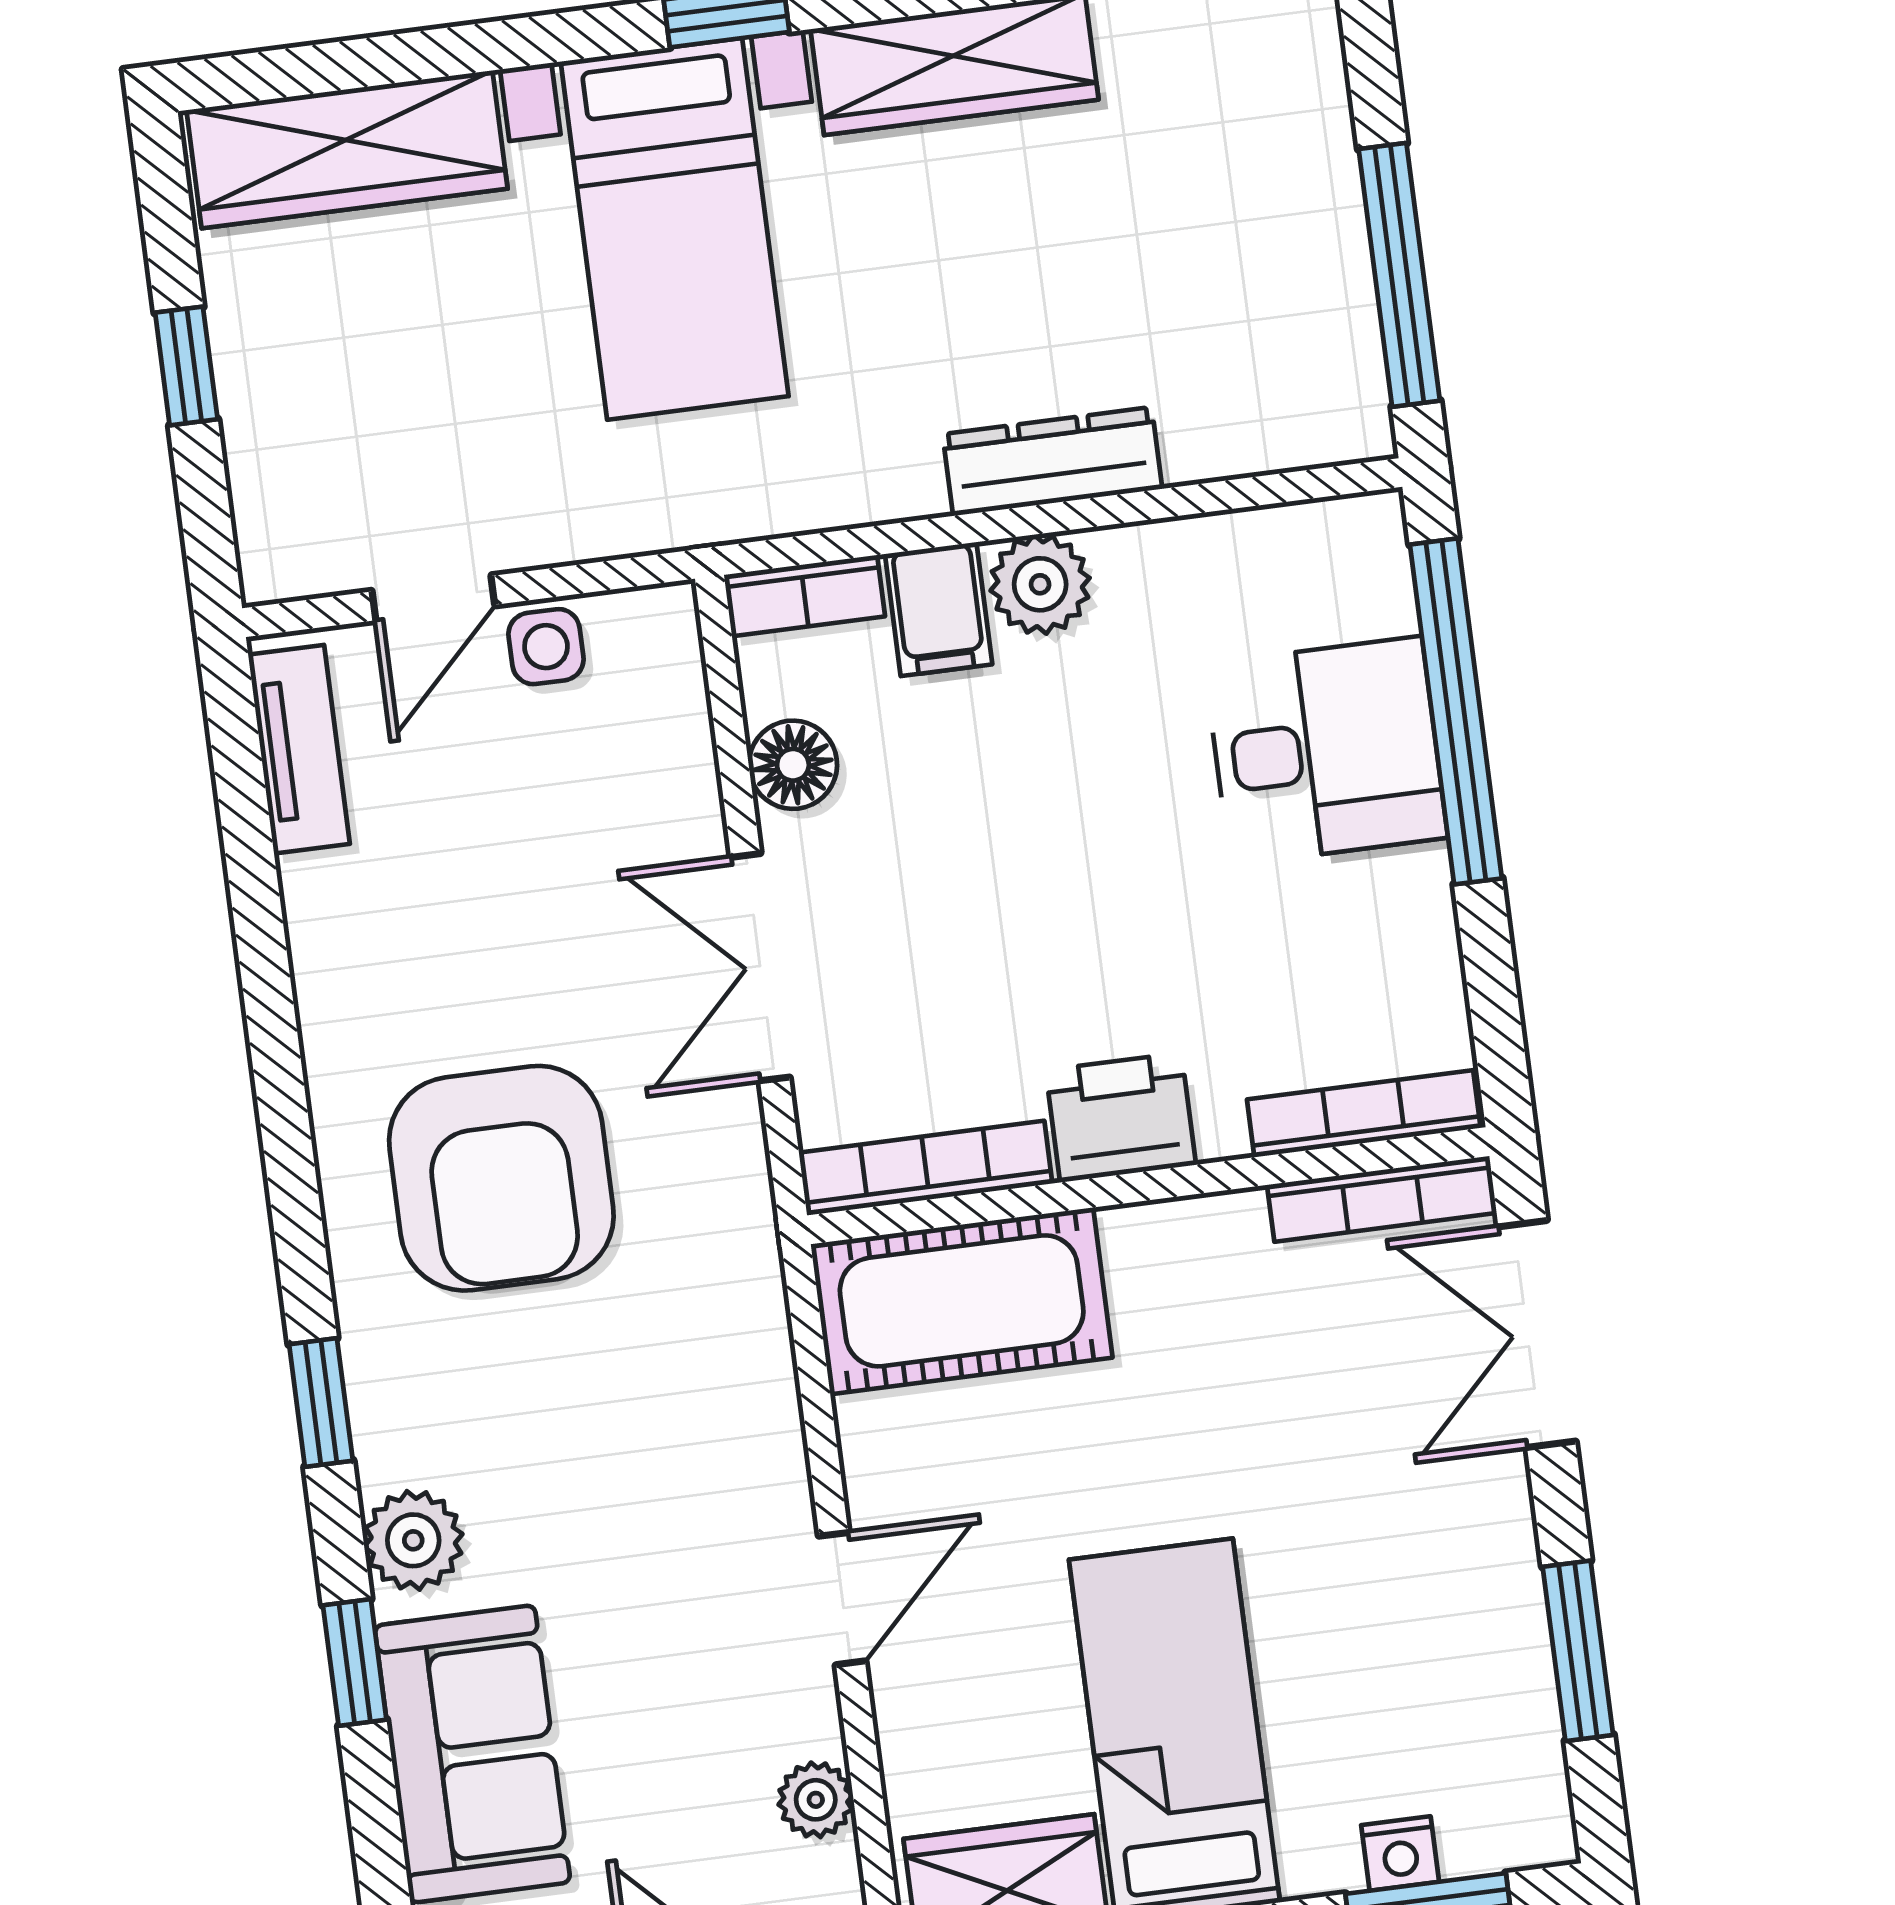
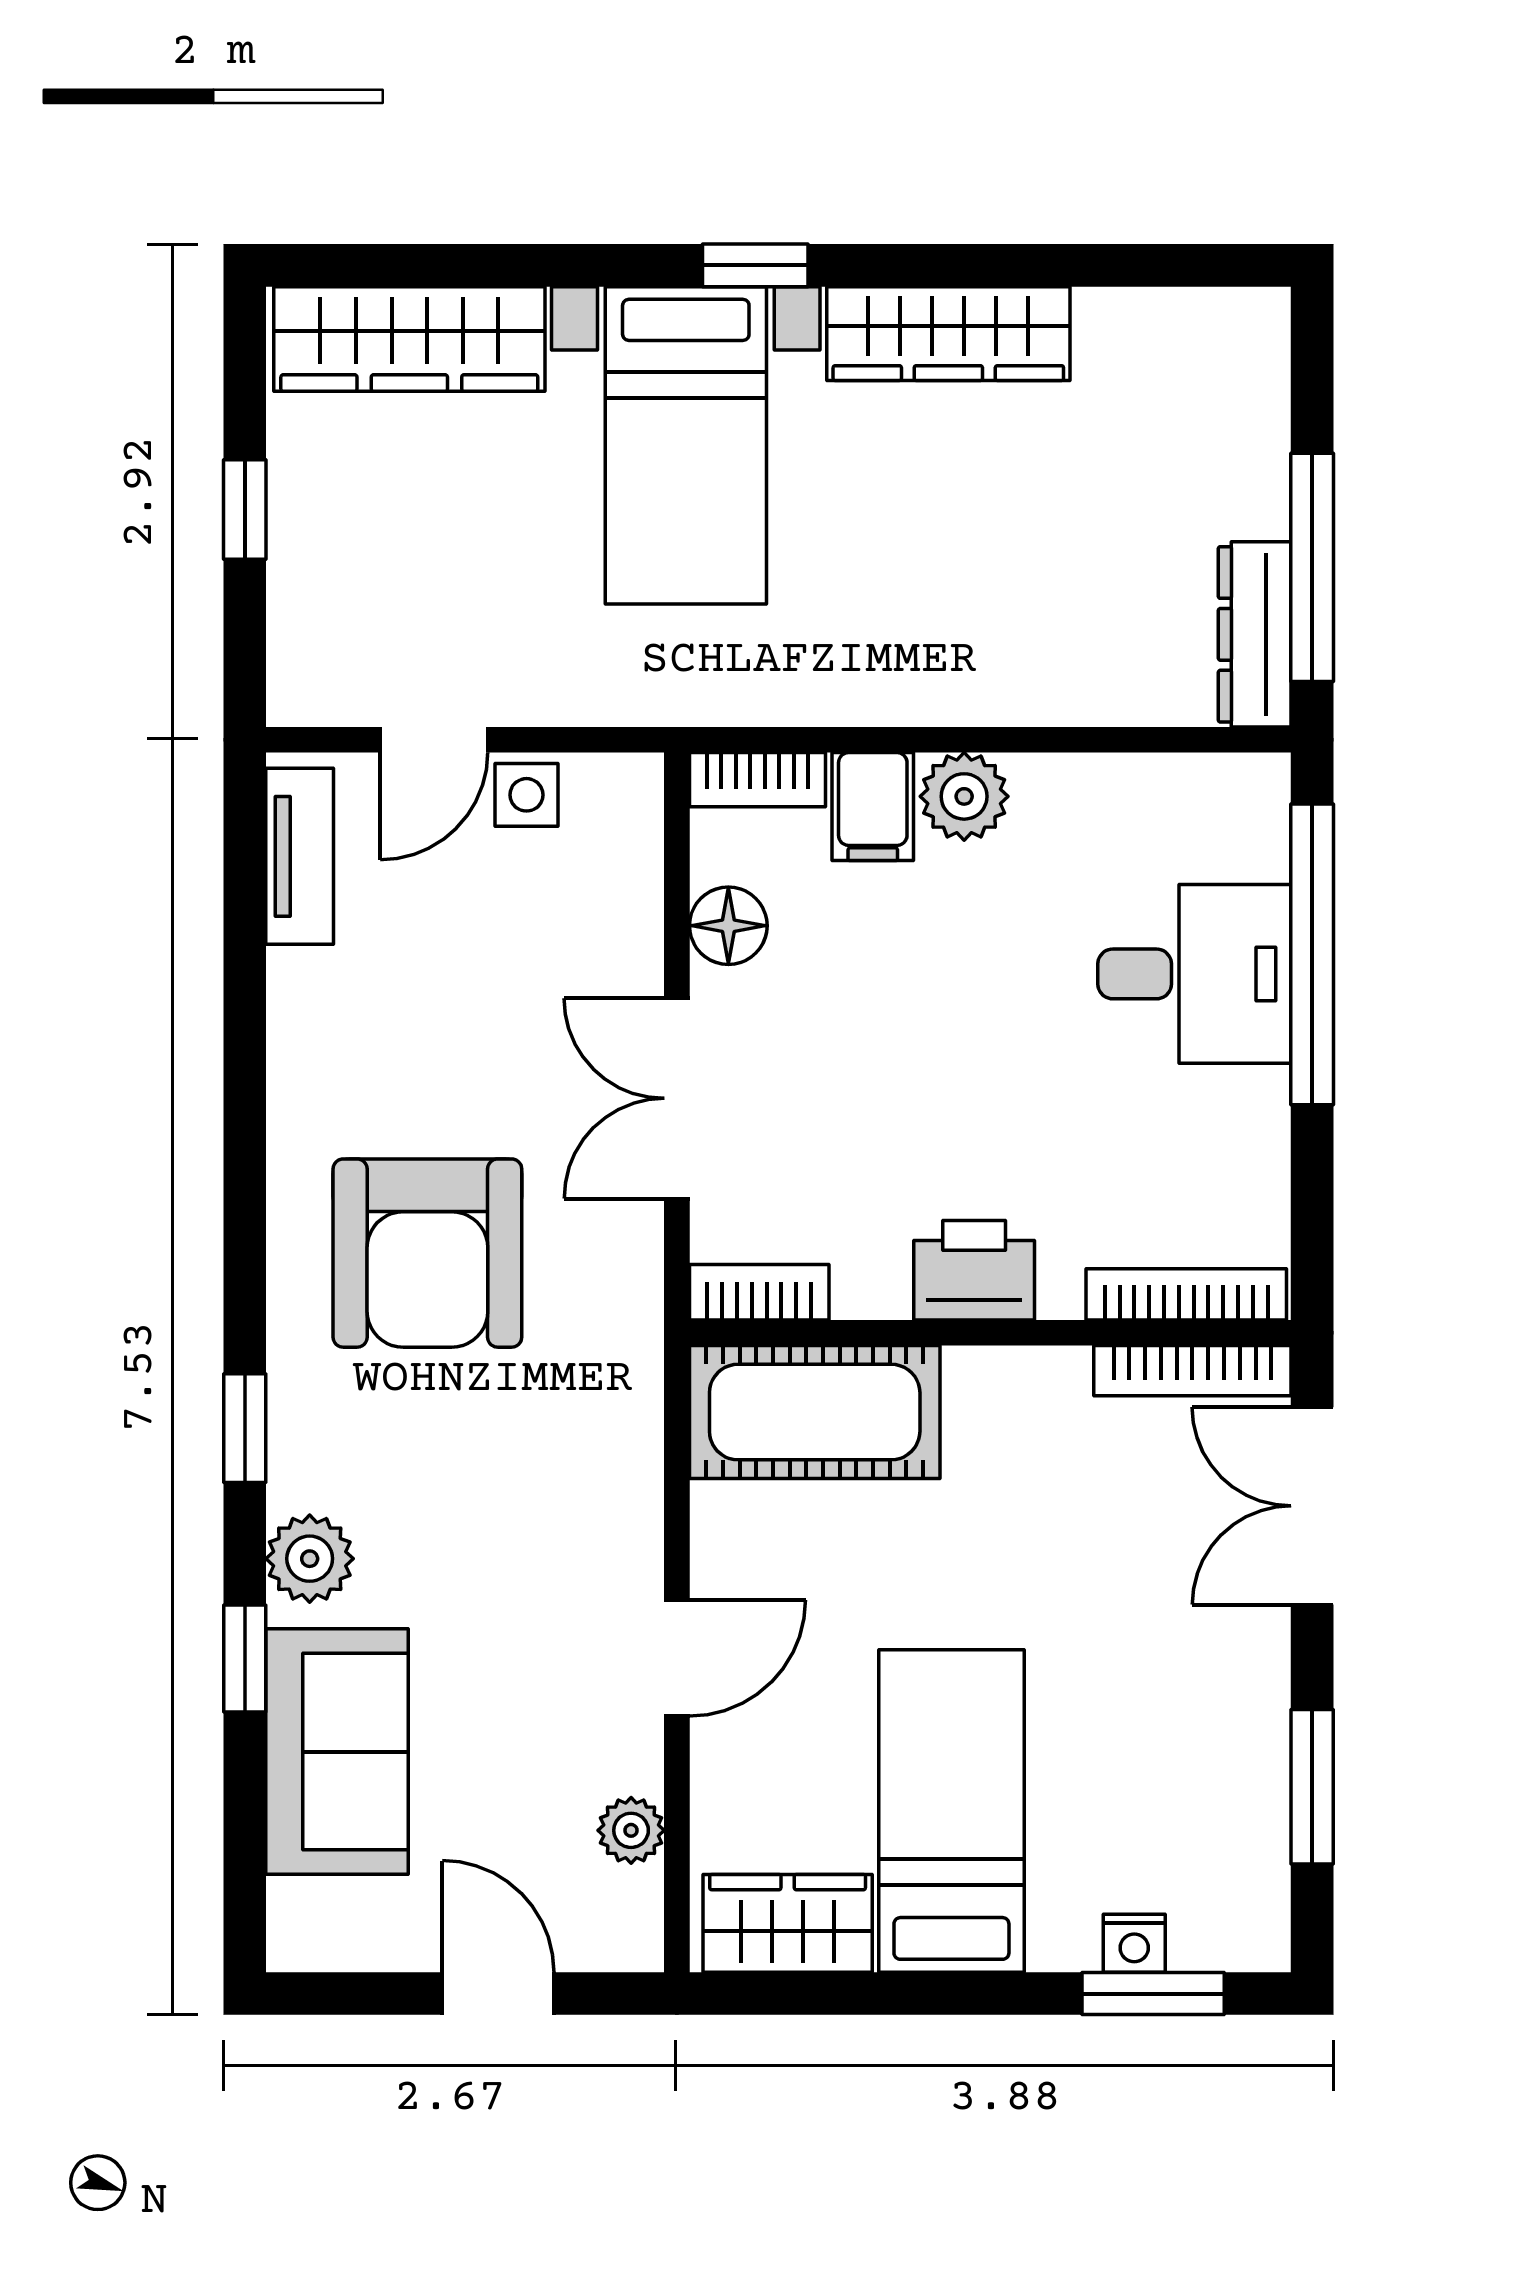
dresser: (1052, 461) -> (1255, 634), moved, turned -90
bookcase: (926, 1168) -> (759, 1292), width x0.64

